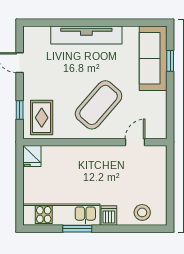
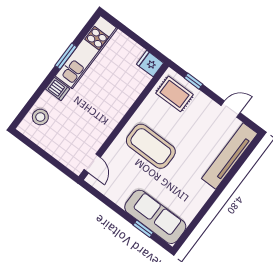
tv unit: (86, 35) -> (230, 156), moved
coffee table: (99, 105) -> (151, 146), turned -41
door: (135, 142) -> (92, 163), moved

